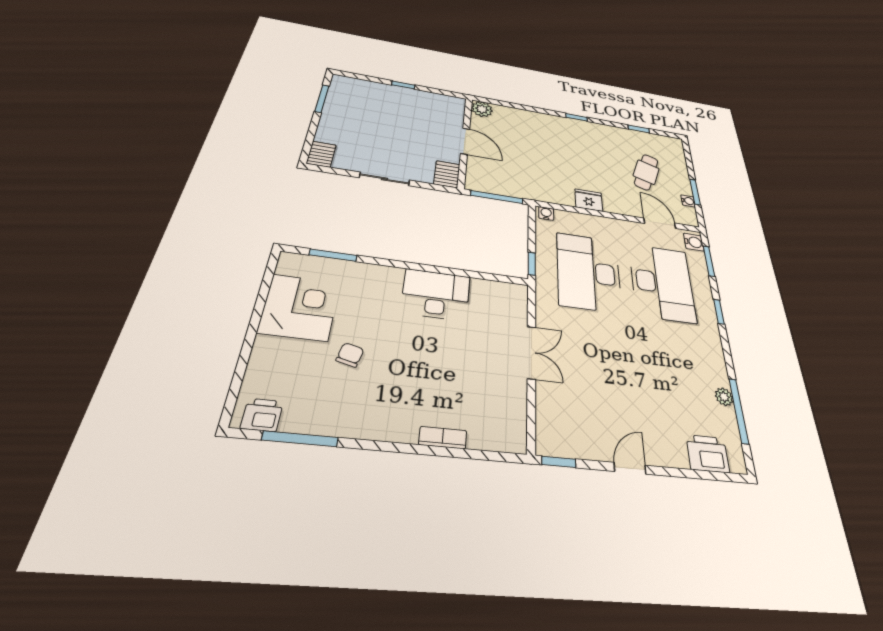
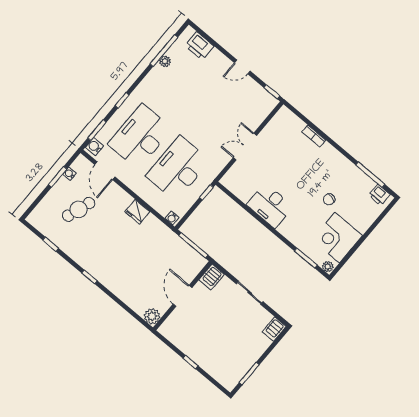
plant: (290, 261) -> (328, 267), added
desk: (589, 272) -> (178, 168), turned 180

